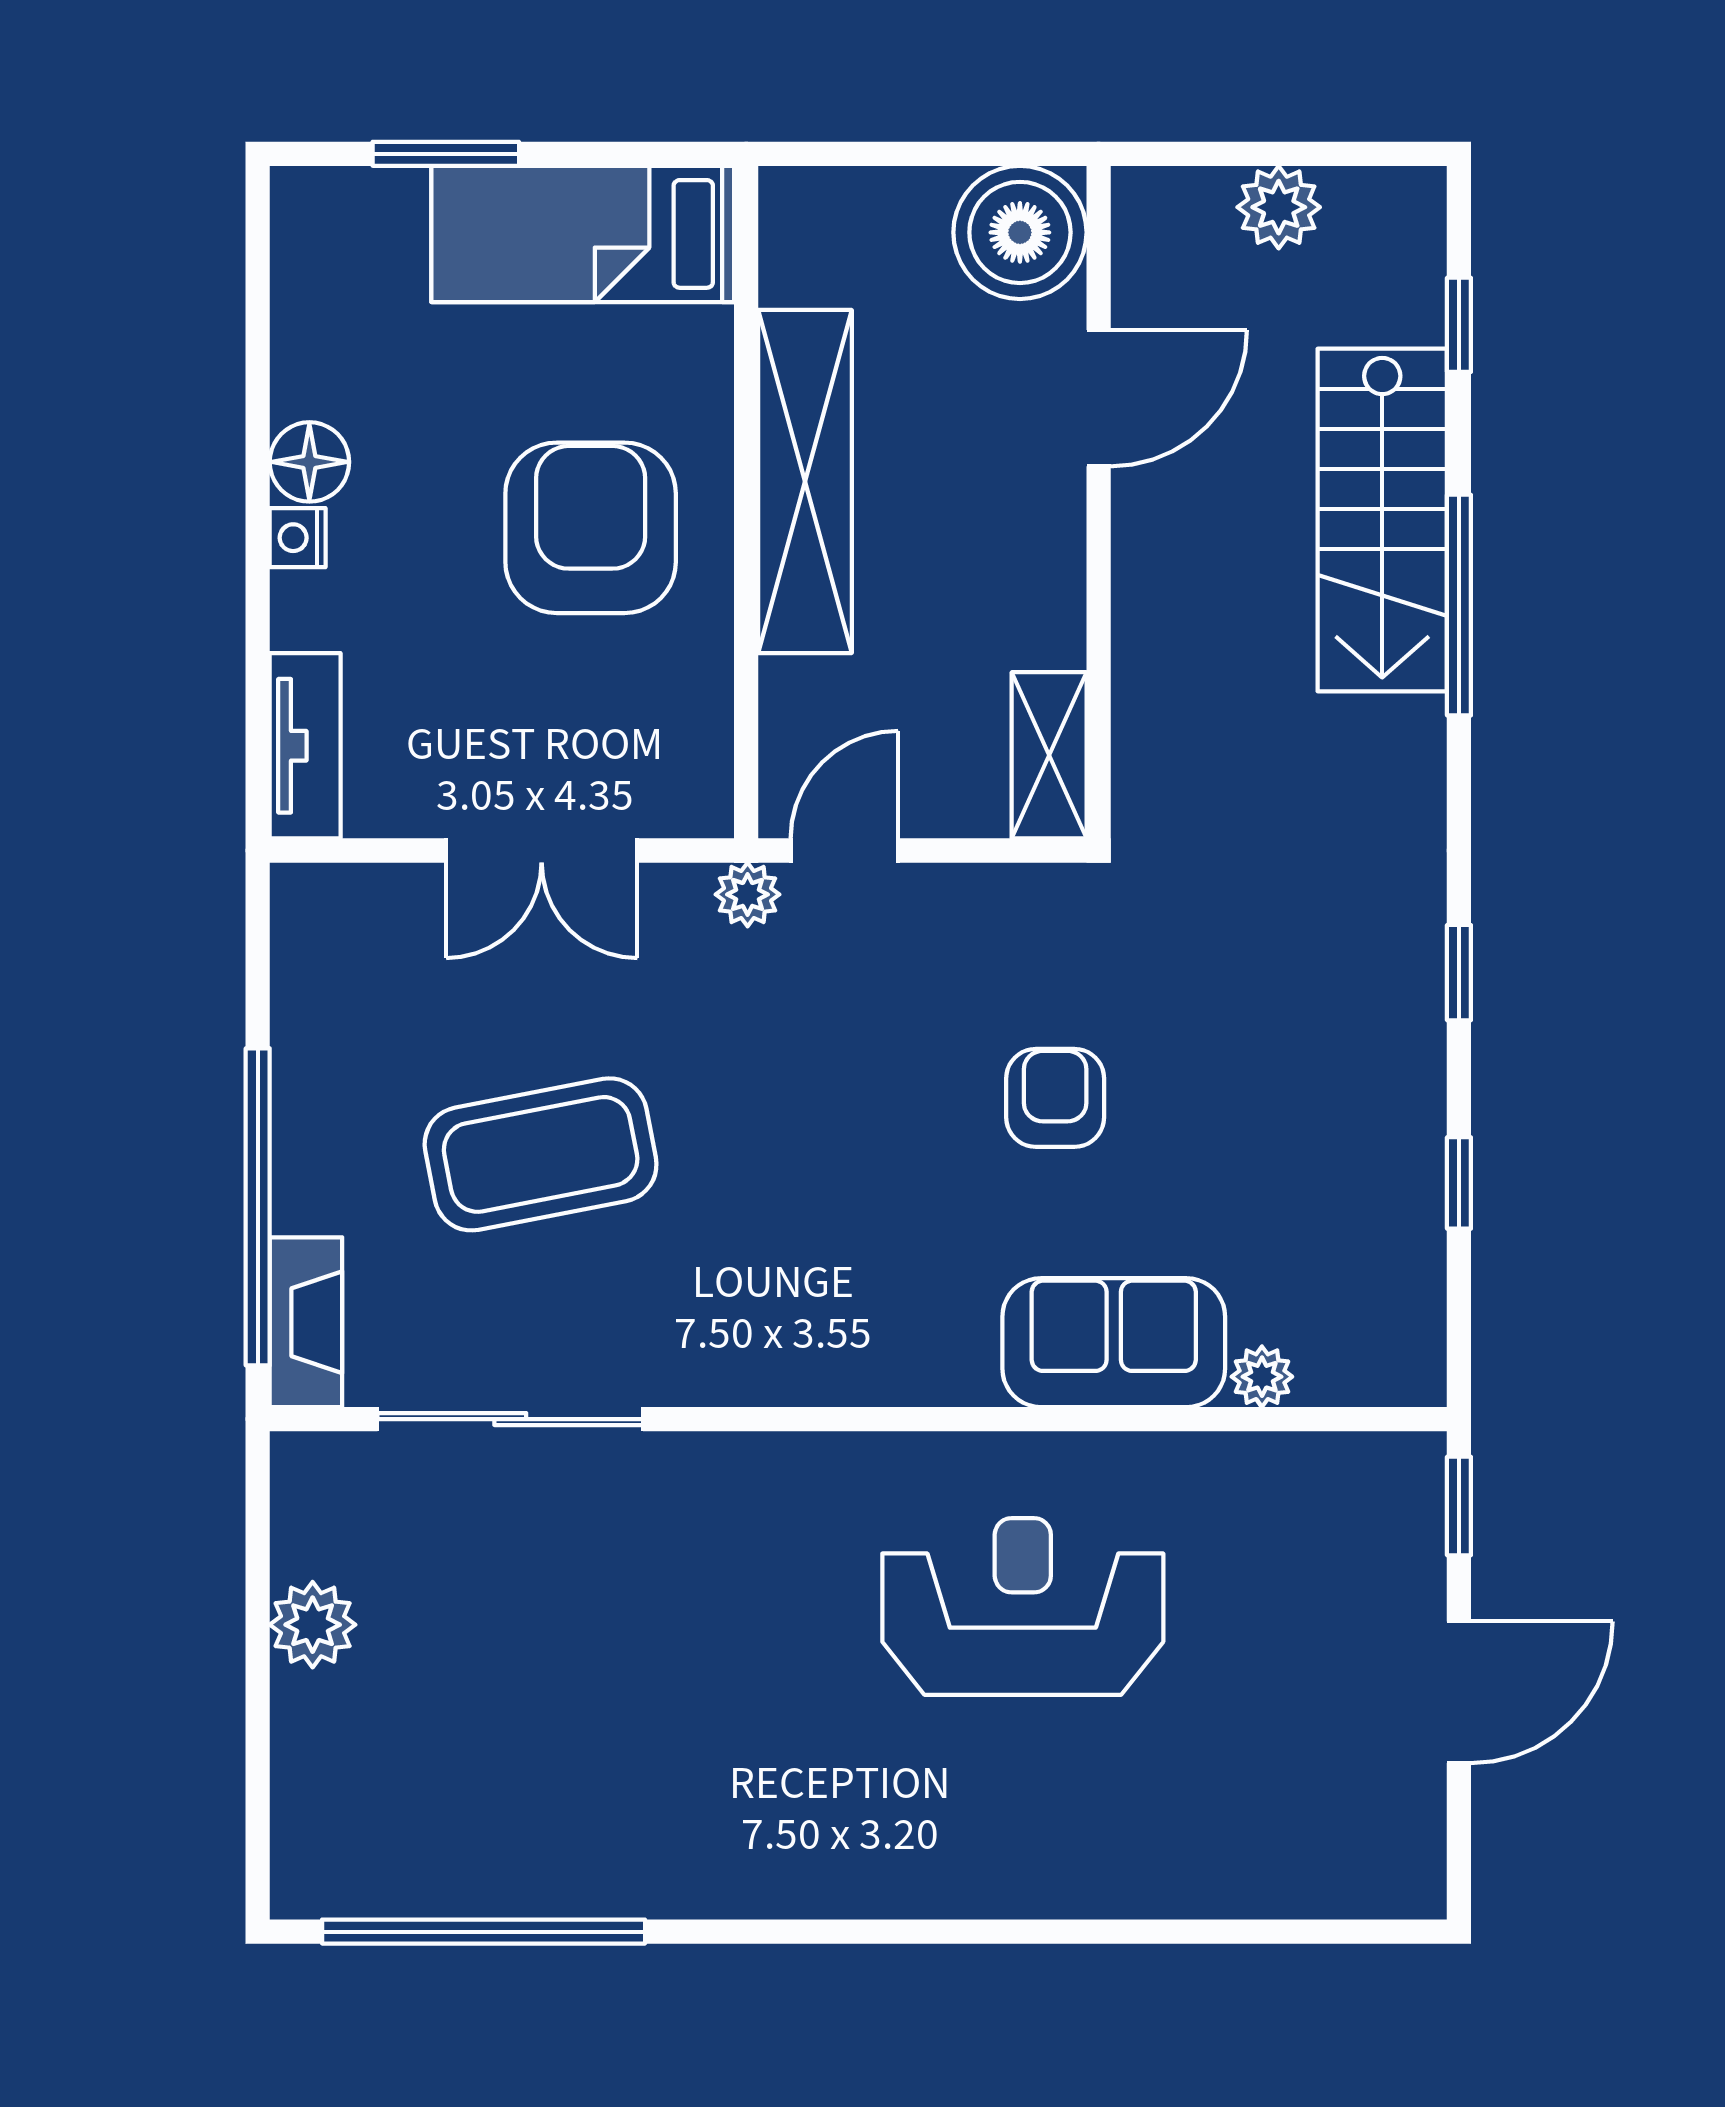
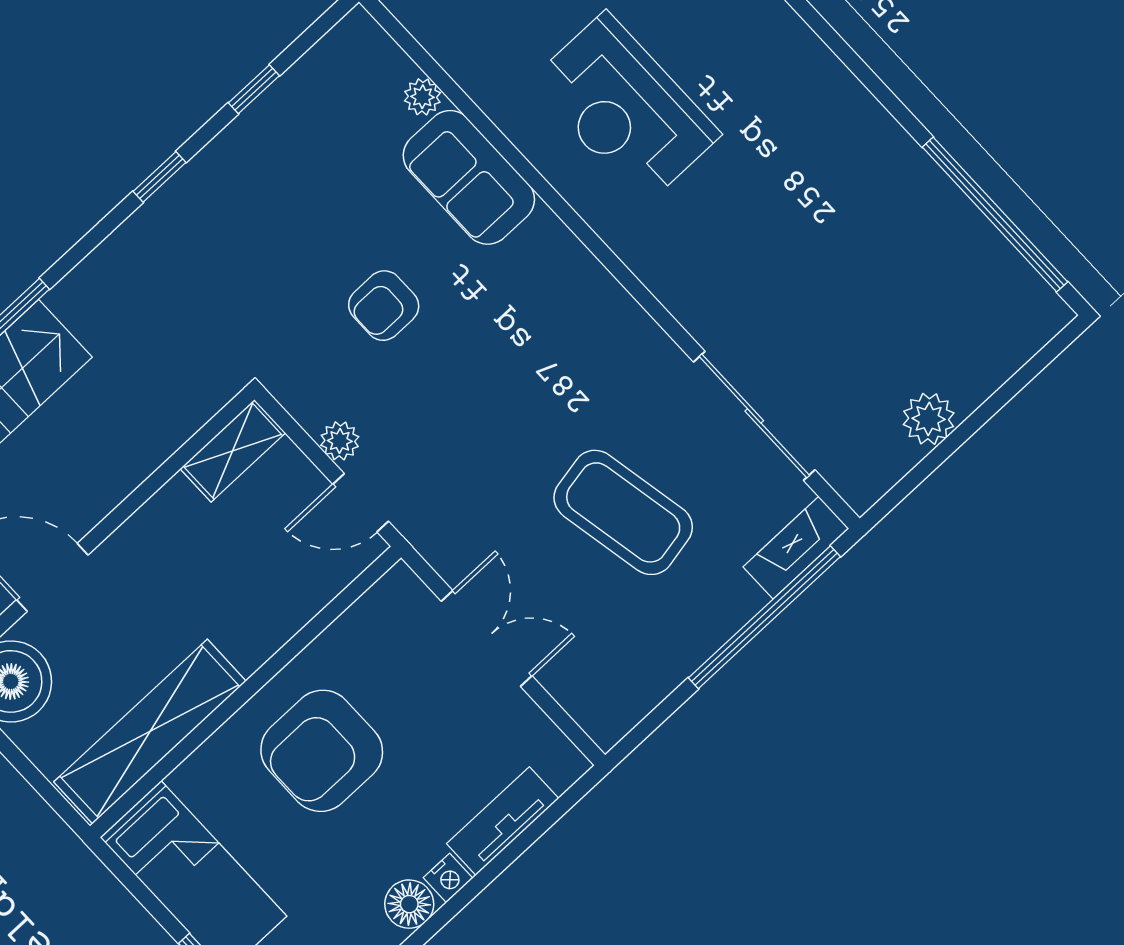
shelving: (805, 481) -> (150, 732), moved
tv unit: (305, 746) -> (503, 821), moved
plant: (748, 894) -> (340, 441), moved

